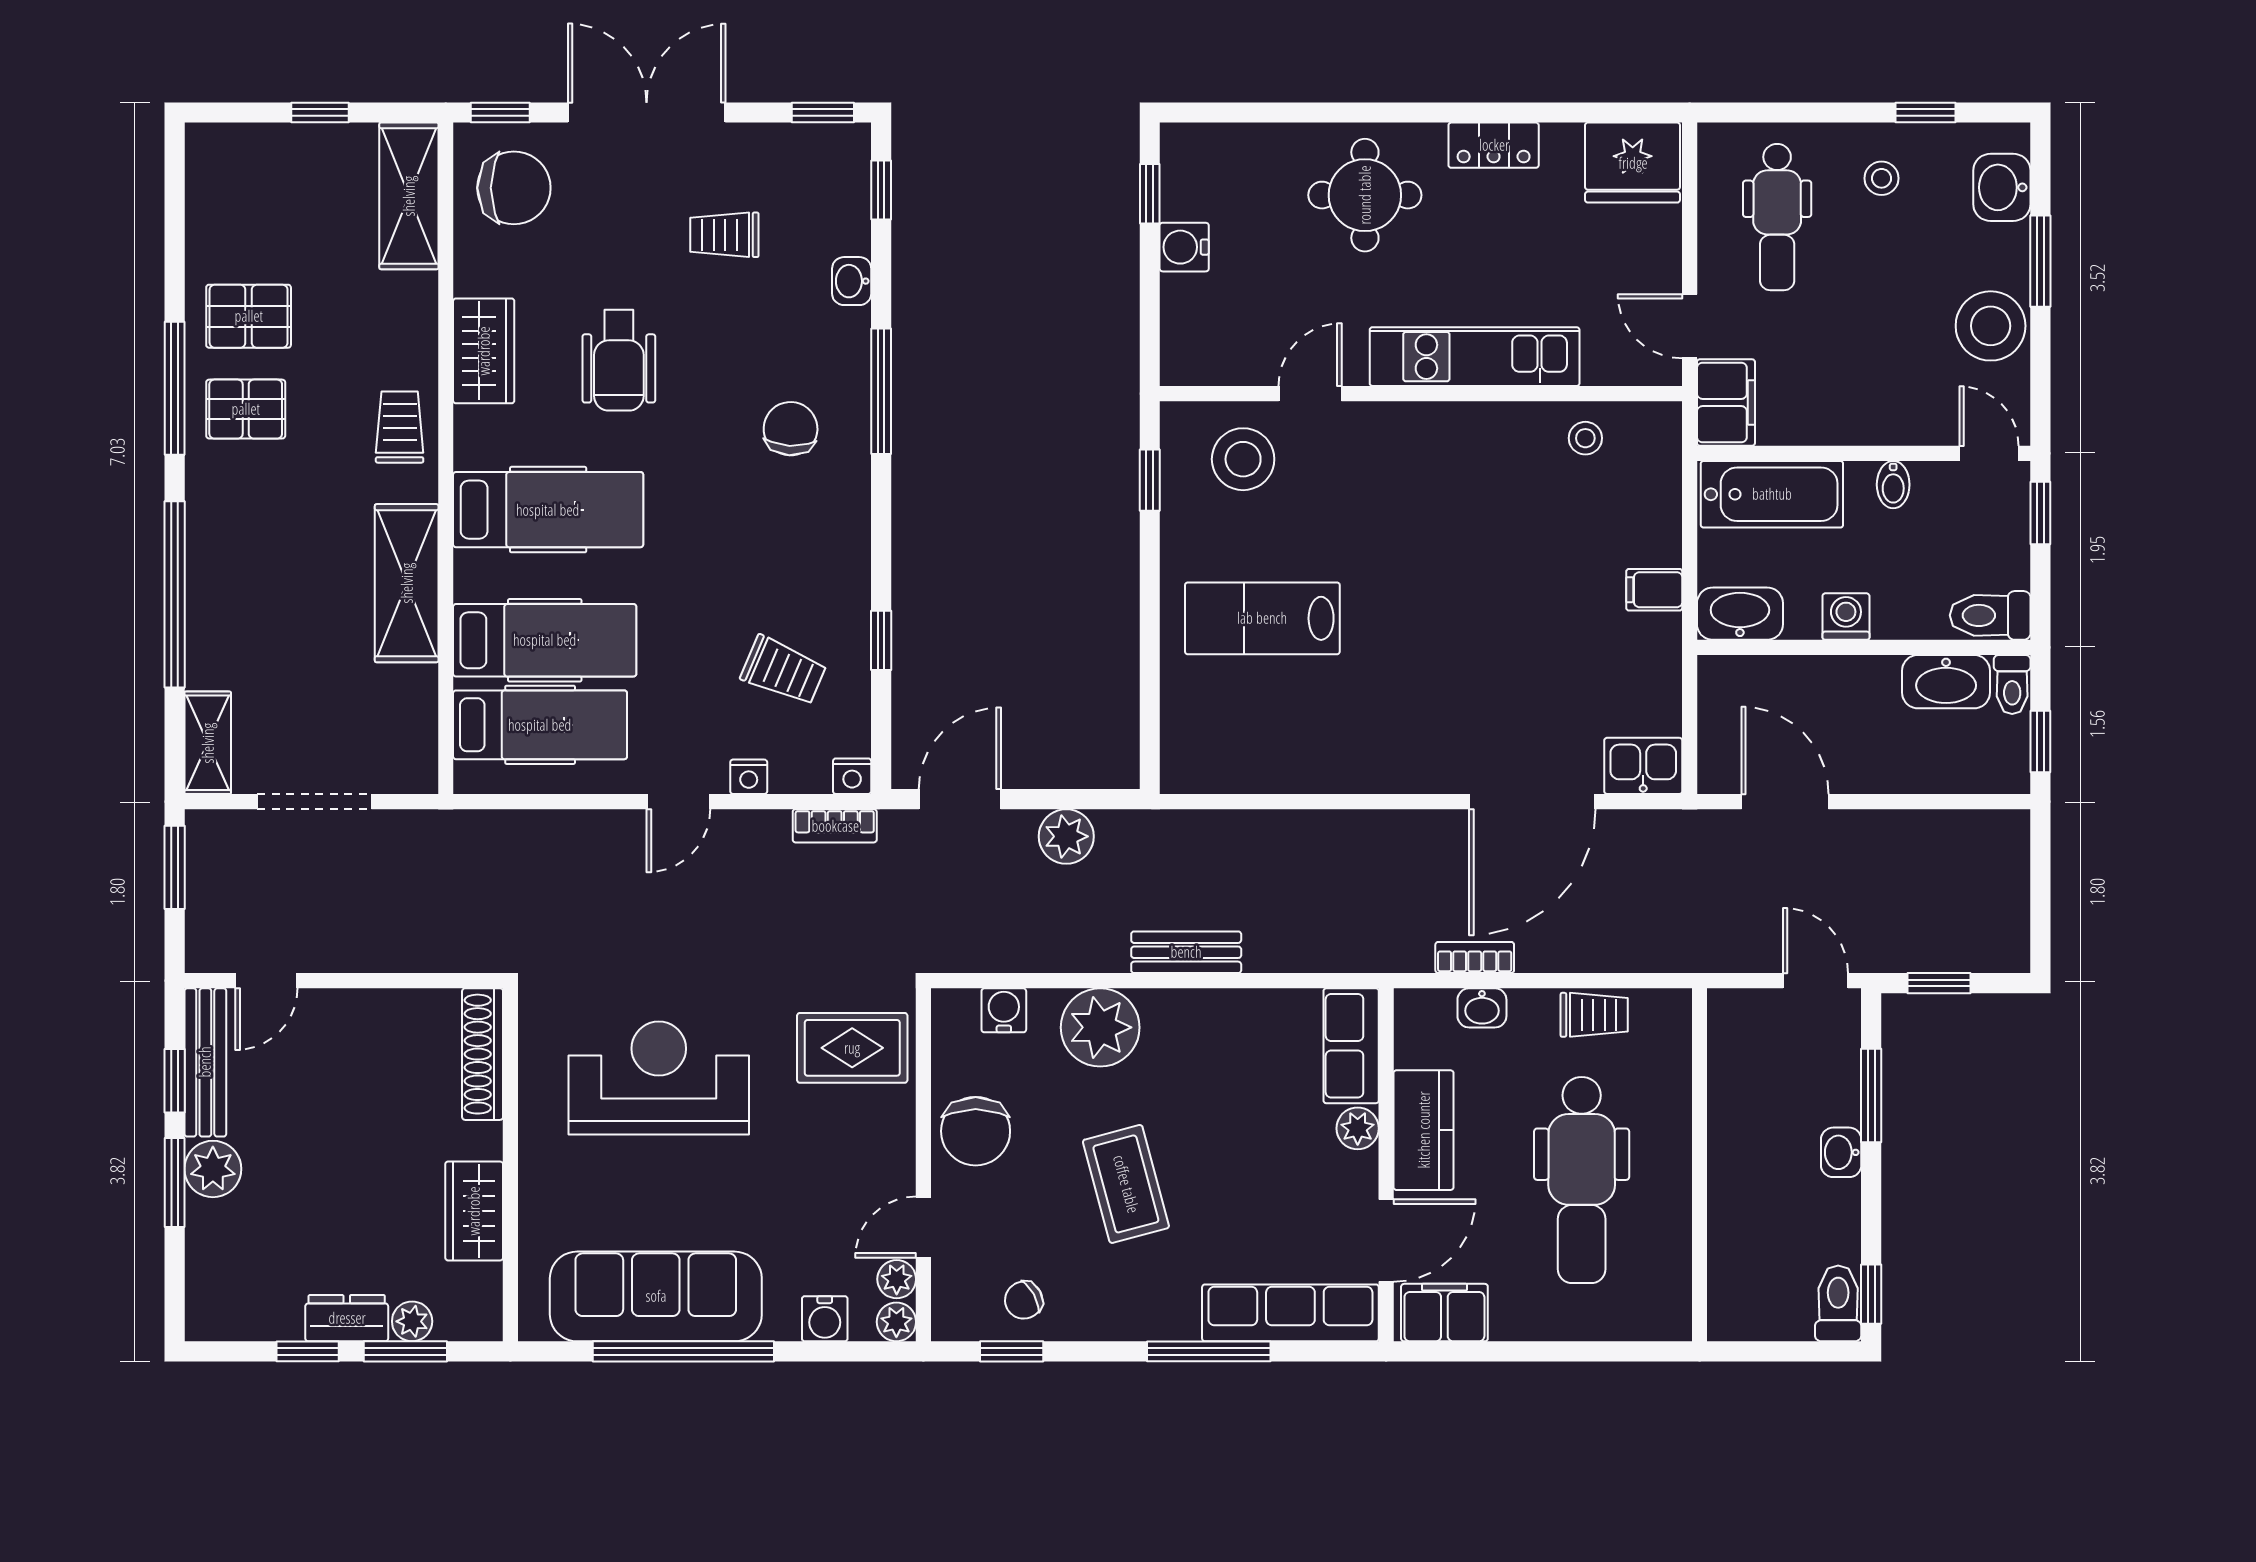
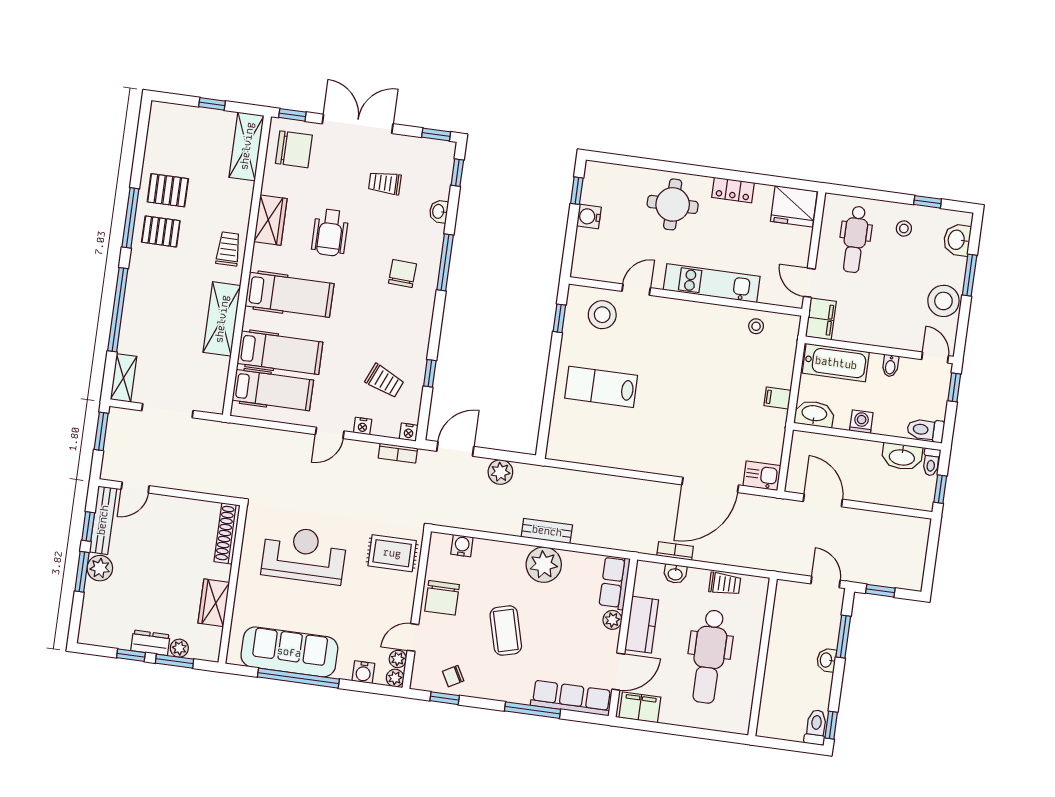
plant: (1100, 1027) -> (544, 565), moved

